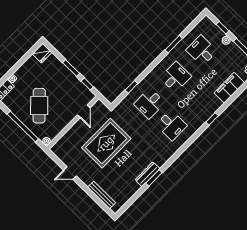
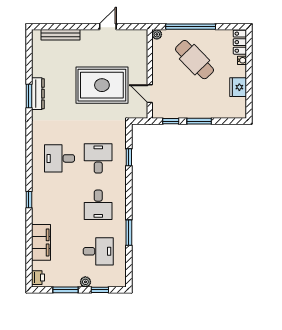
fridge: (42, 53) -> (238, 87), moved
rug: (106, 143) -> (102, 85), turned 90

